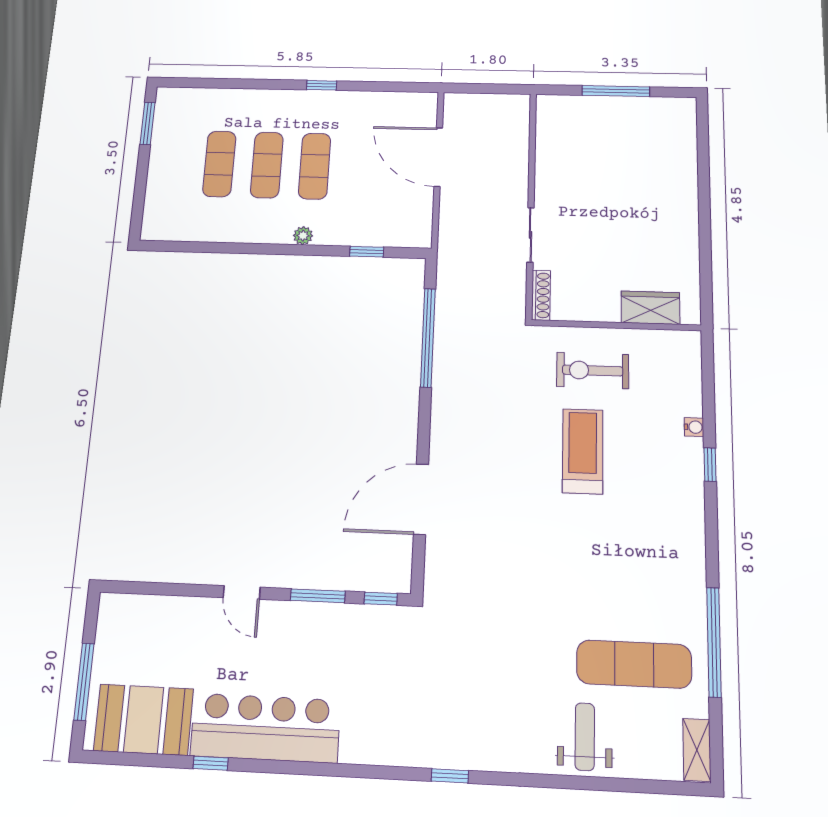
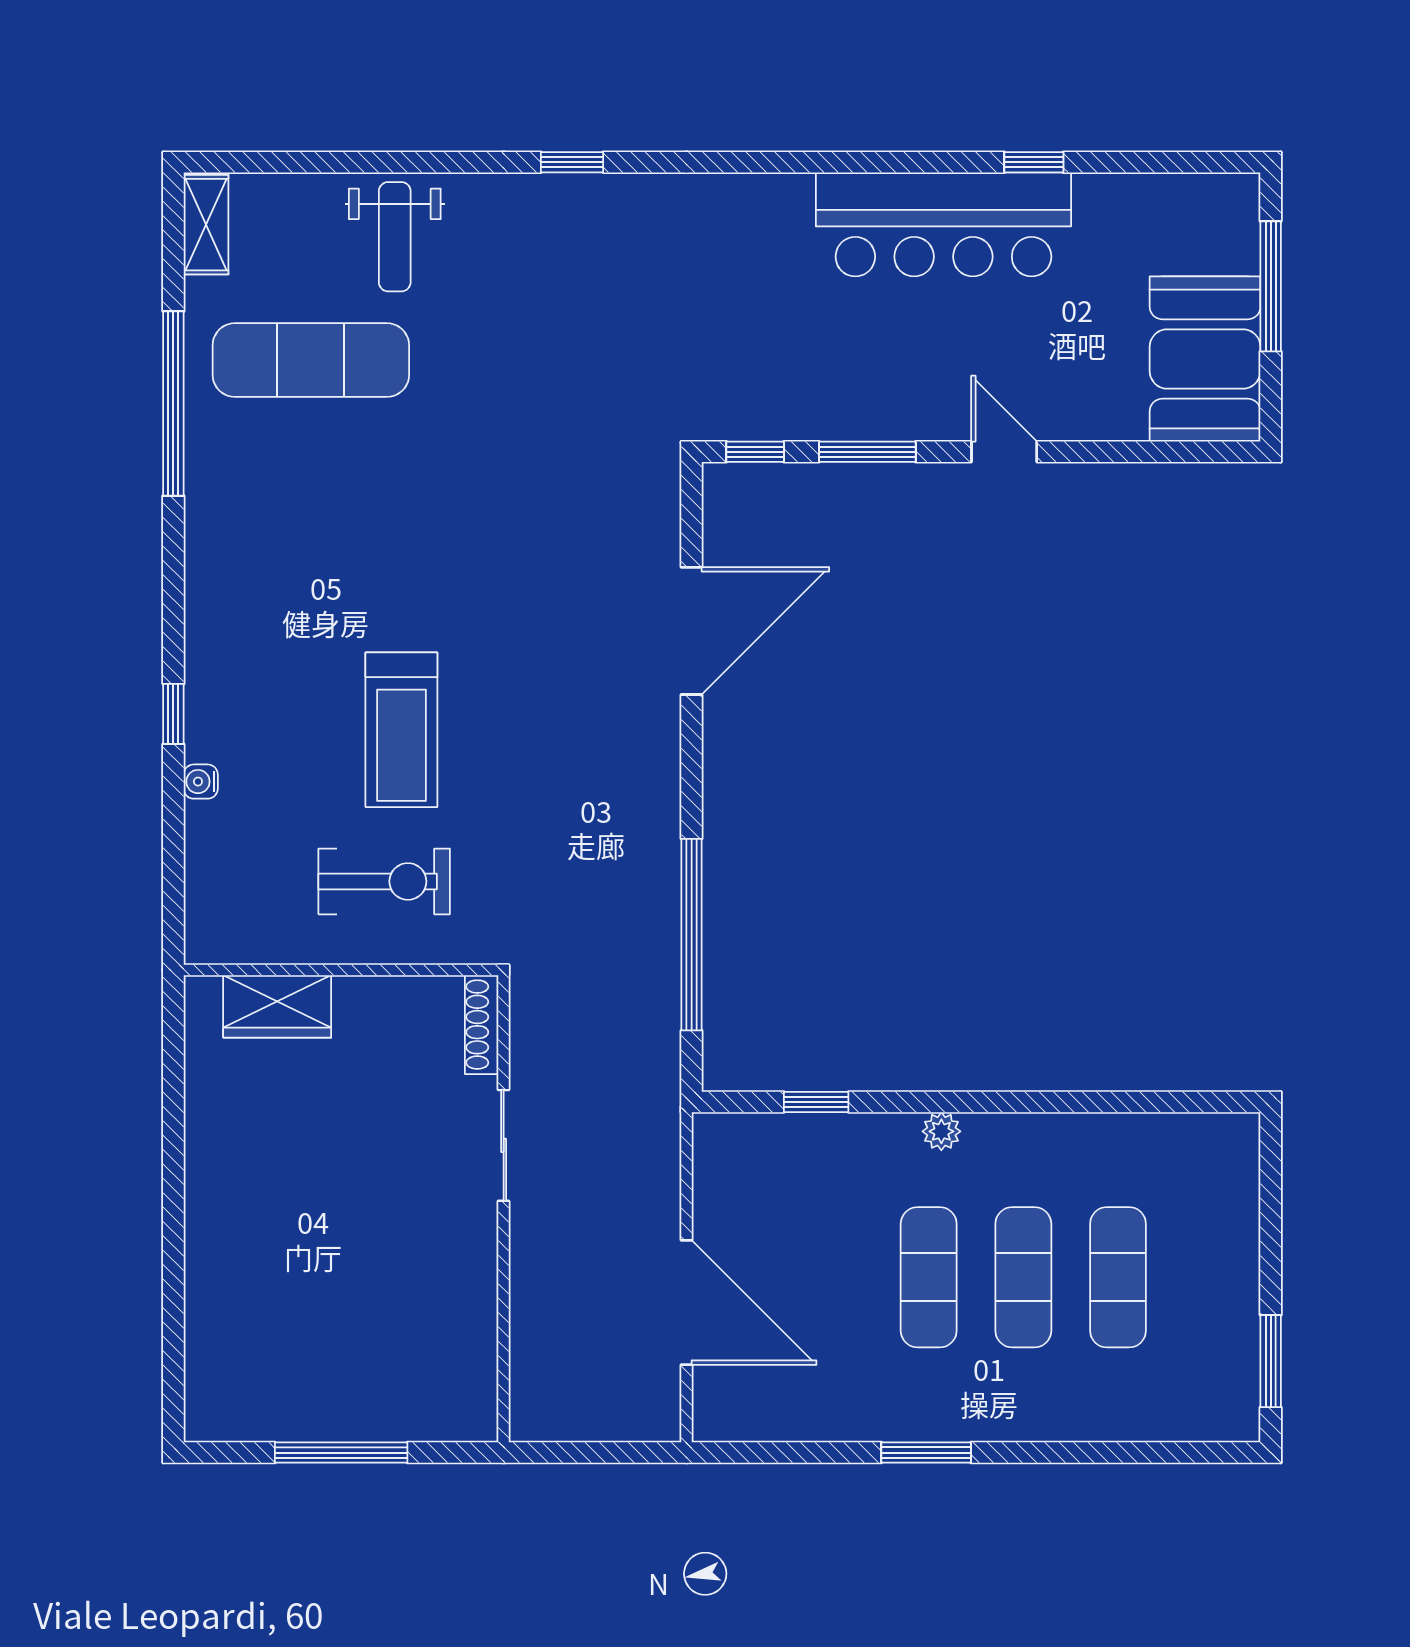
window: (322, 85) -> (926, 1453), width x1.50
booth: (144, 720) -> (1205, 359), moved, turned 90
window: (450, 776) -> (572, 162), moved

